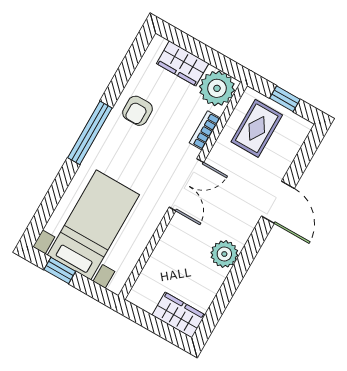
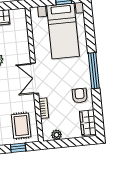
wardrobe: (183, 63) -> (88, 123), moved, turned -90
plant: (217, 88) -> (56, 135), width x0.53, depth x0.53

